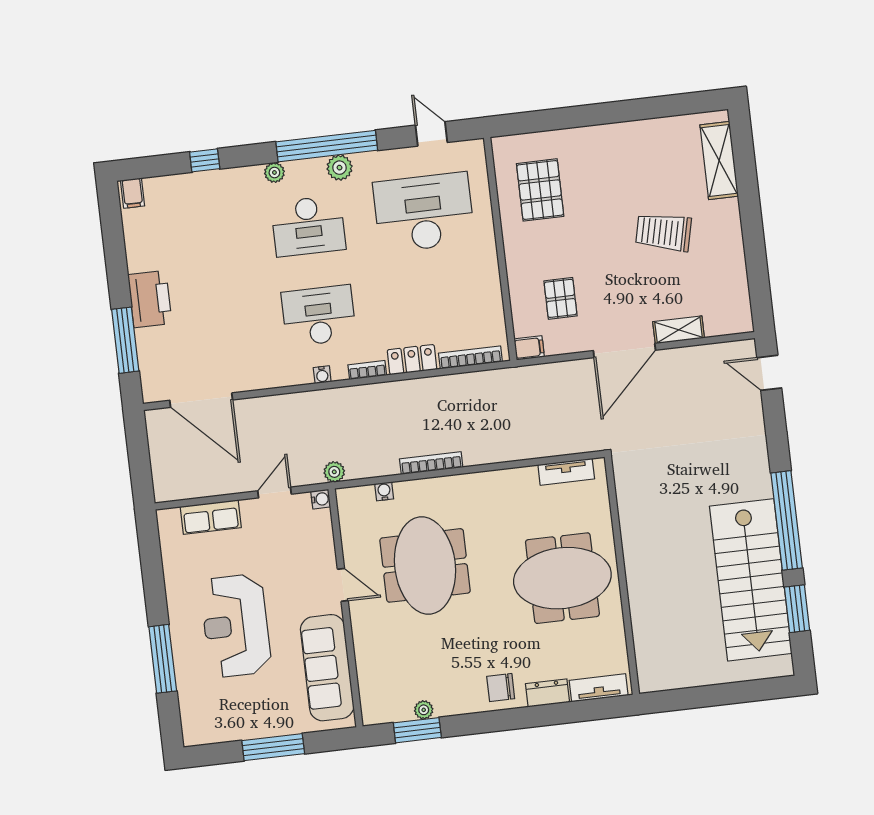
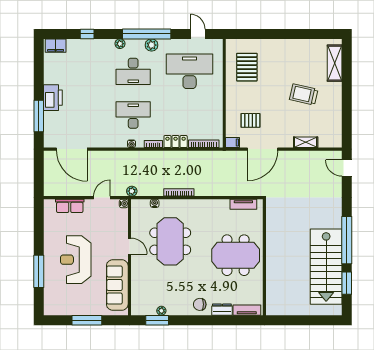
filing cabinet: (133, 193) -> (56, 46), width x2.00
pallet: (560, 298) -> (250, 120), turned 90
door: (624, 350) -> (263, 149), moved

